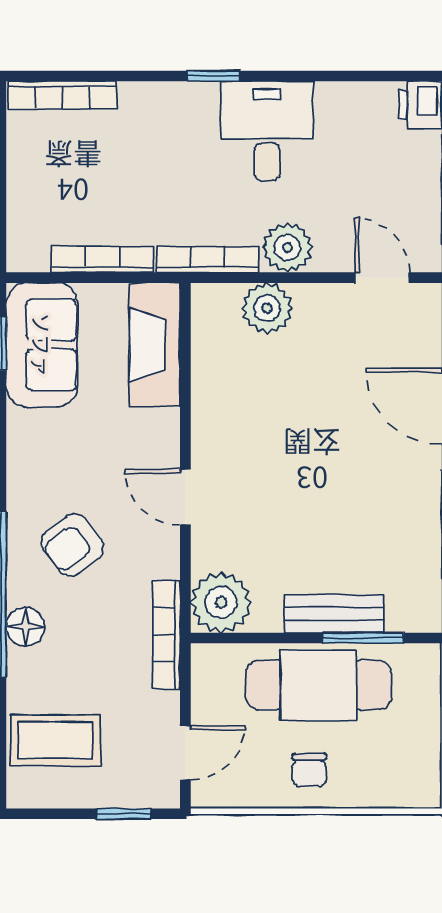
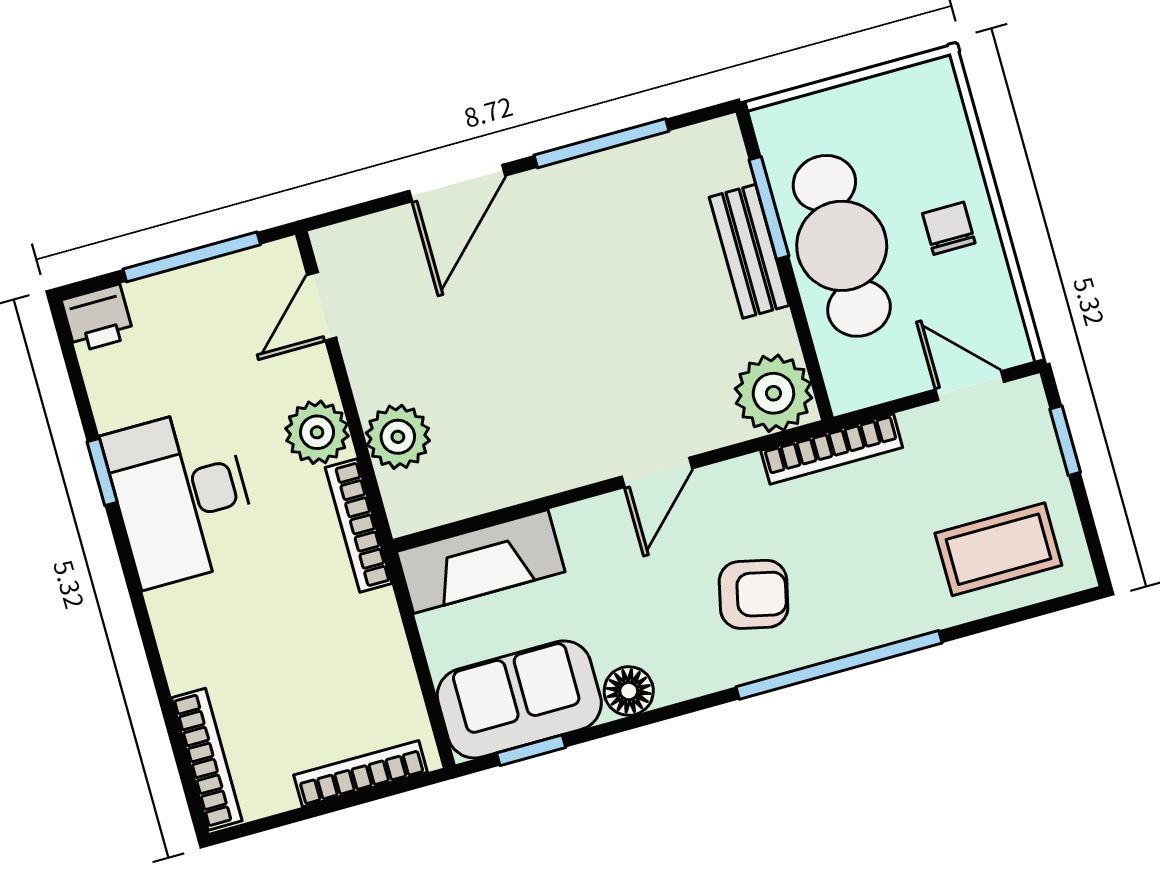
window: (214, 76) -> (102, 472), moved
desk: (267, 131) -> (181, 497), width x1.37
bookcase: (102, 259) -> (361, 774), moved, turned 90
armchair: (72, 545) -> (754, 594), turned -40
floor lamp: (25, 627) -> (629, 691), moved
coffee table: (55, 740) -> (998, 549), turned 90
chair: (309, 770) -> (949, 228), turned -90

